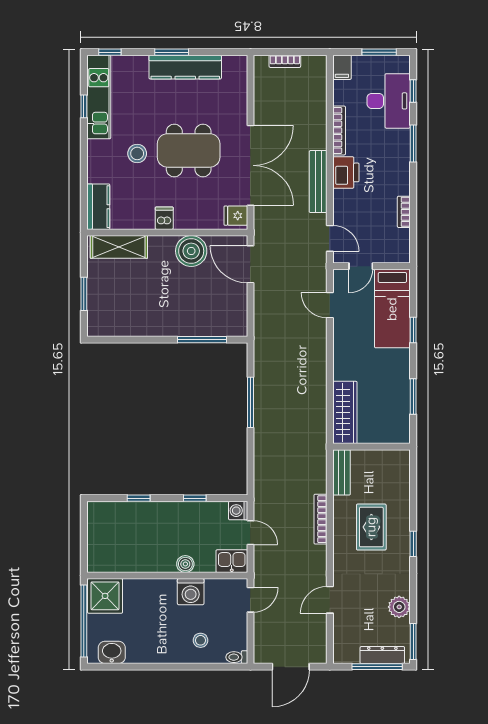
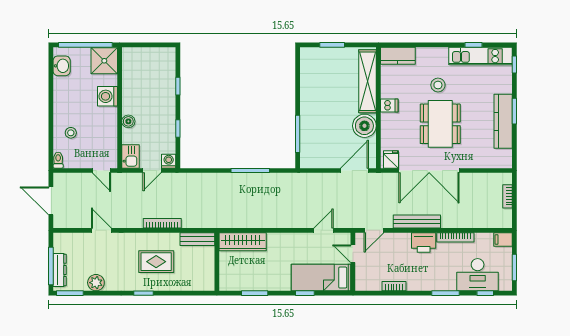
shelving: (119, 247) -> (368, 81), width x1.47
washing machine: (191, 592) -> (108, 96), moved

